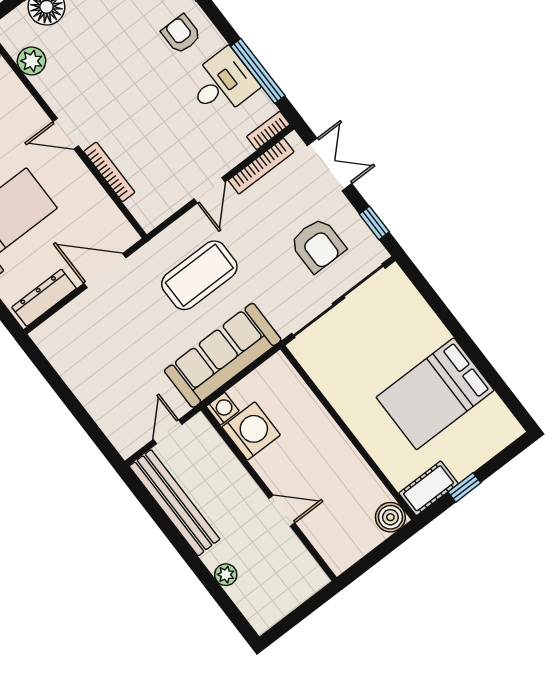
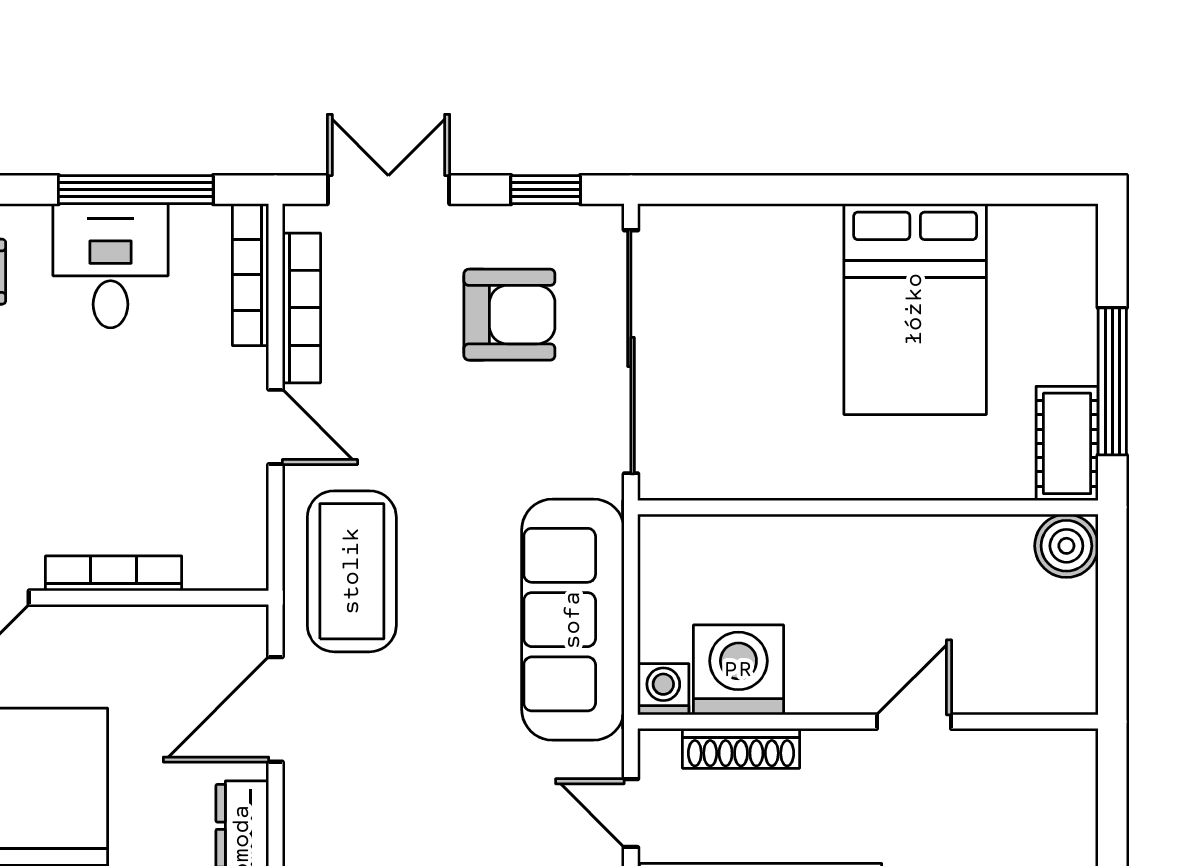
bookcase: (268, 130) -> (251, 275), width x1.56
coffee table: (199, 275) -> (352, 571), moved
shoe rack: (223, 454) -> (741, 748), added
window: (464, 487) -> (1112, 381), width x2.17

